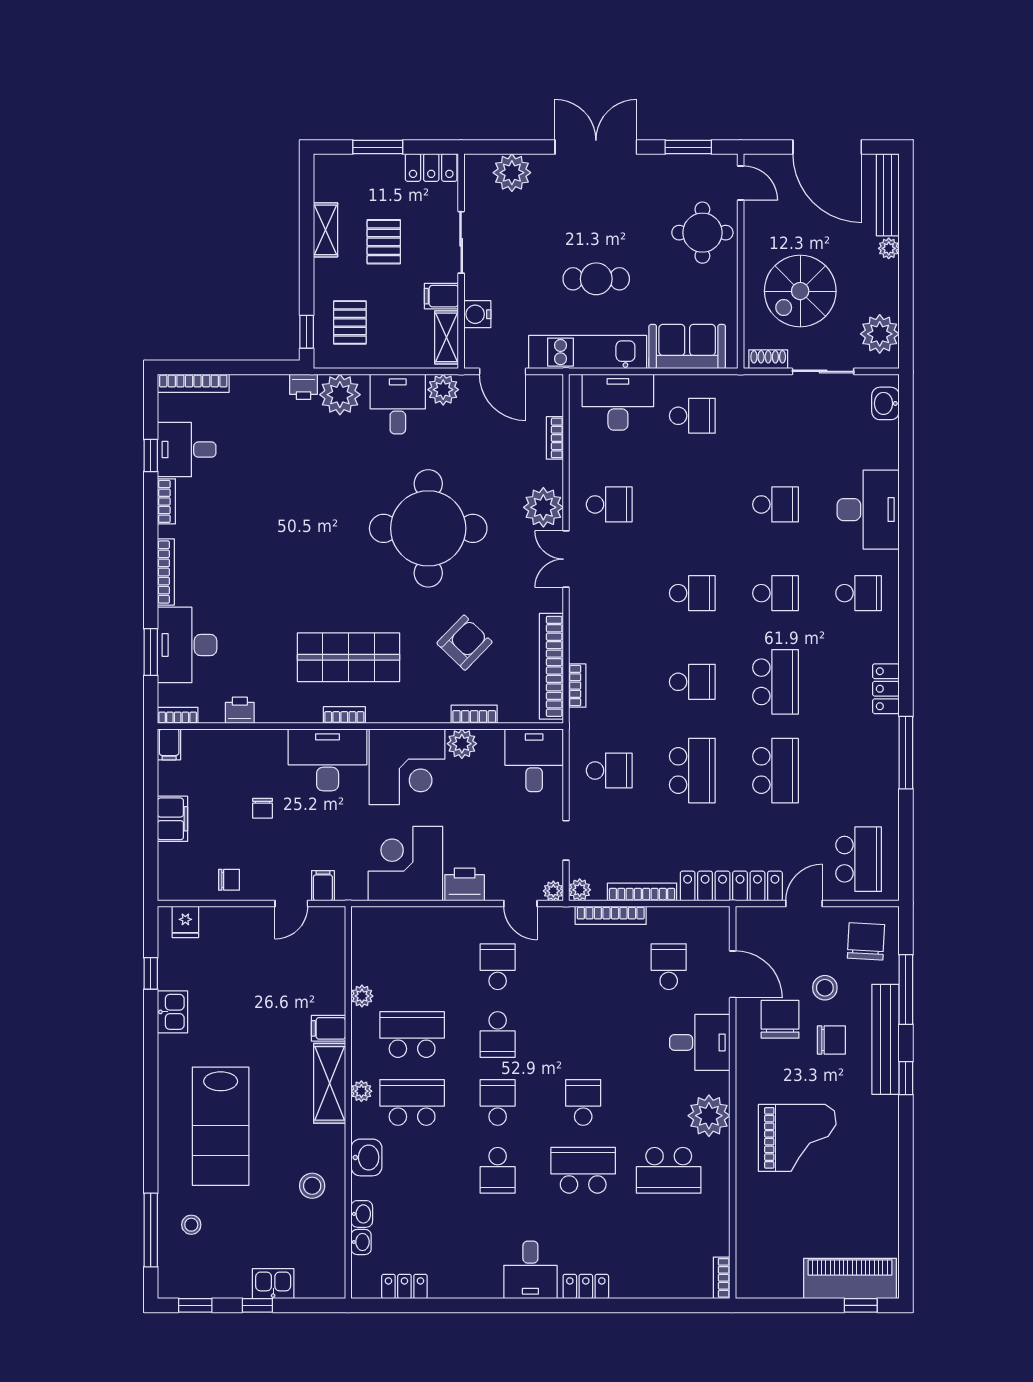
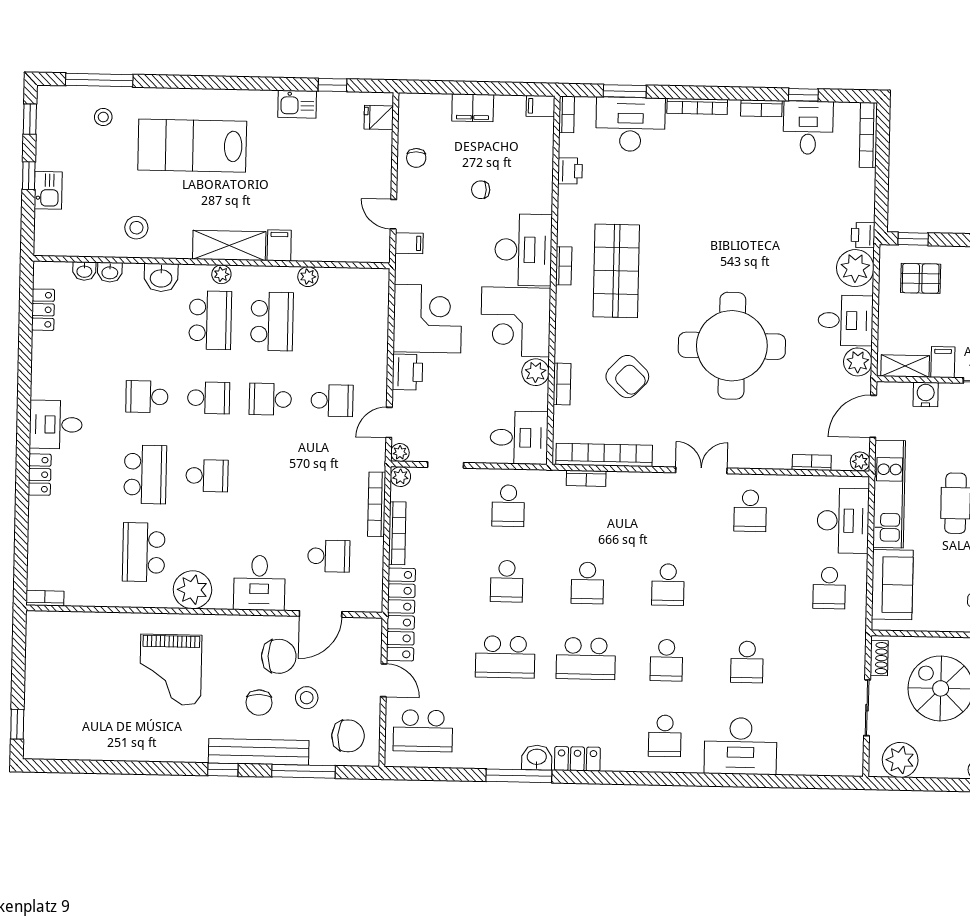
washbasin: (885, 403) -> (537, 758), moved
plant: (543, 507) -> (860, 462), moved, width x0.53, depth x0.53
school desk: (692, 771) -> (507, 581), width x0.54
piano: (850, 1278) -> (42, 715), removed

